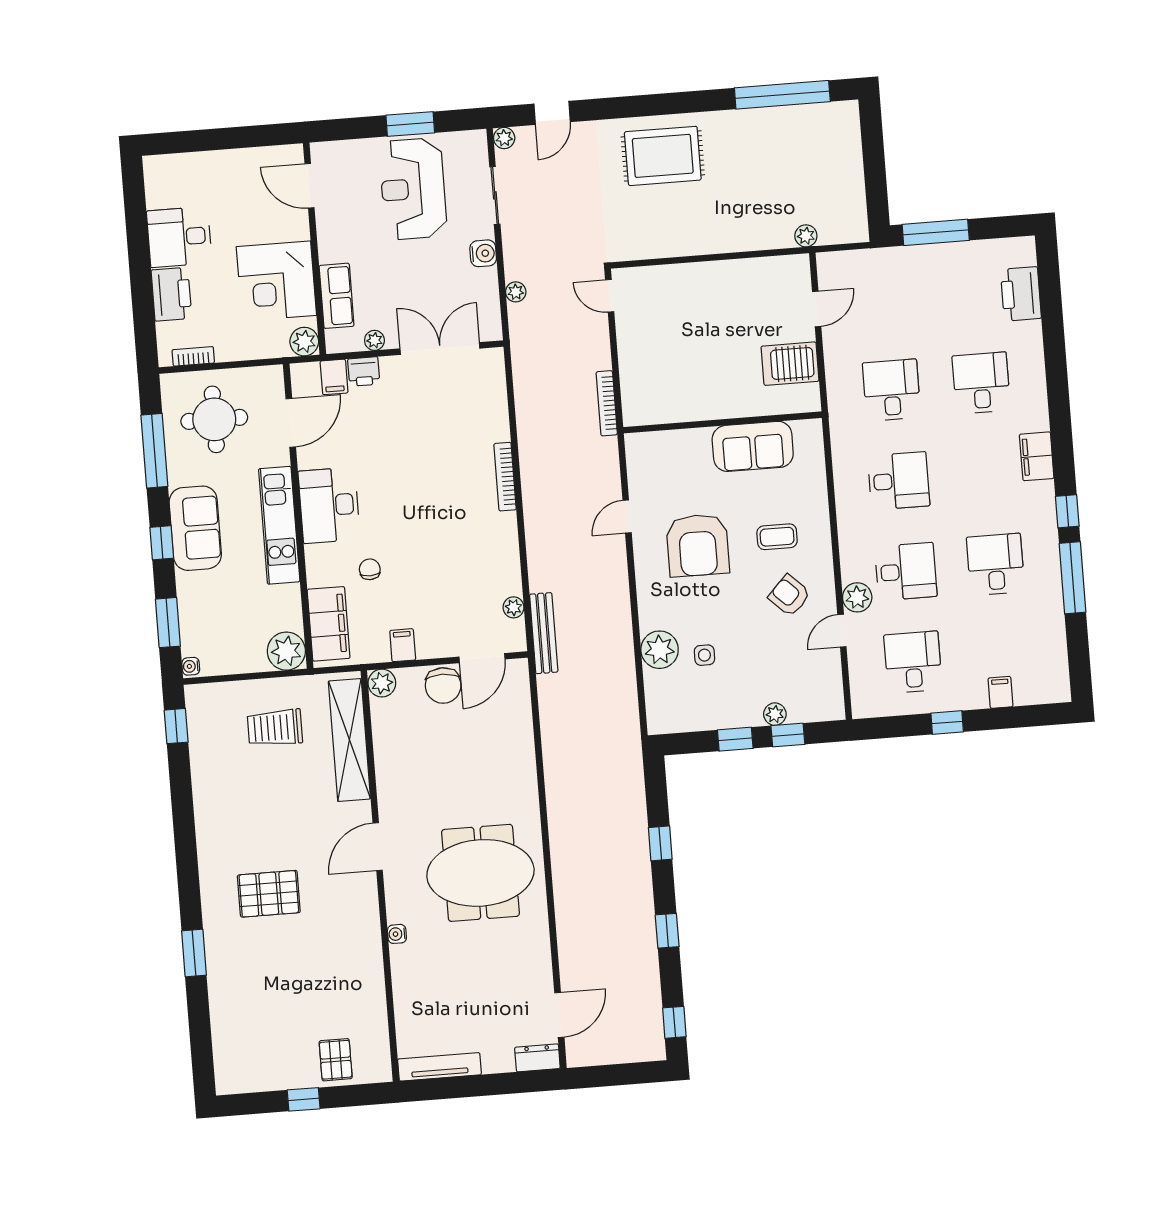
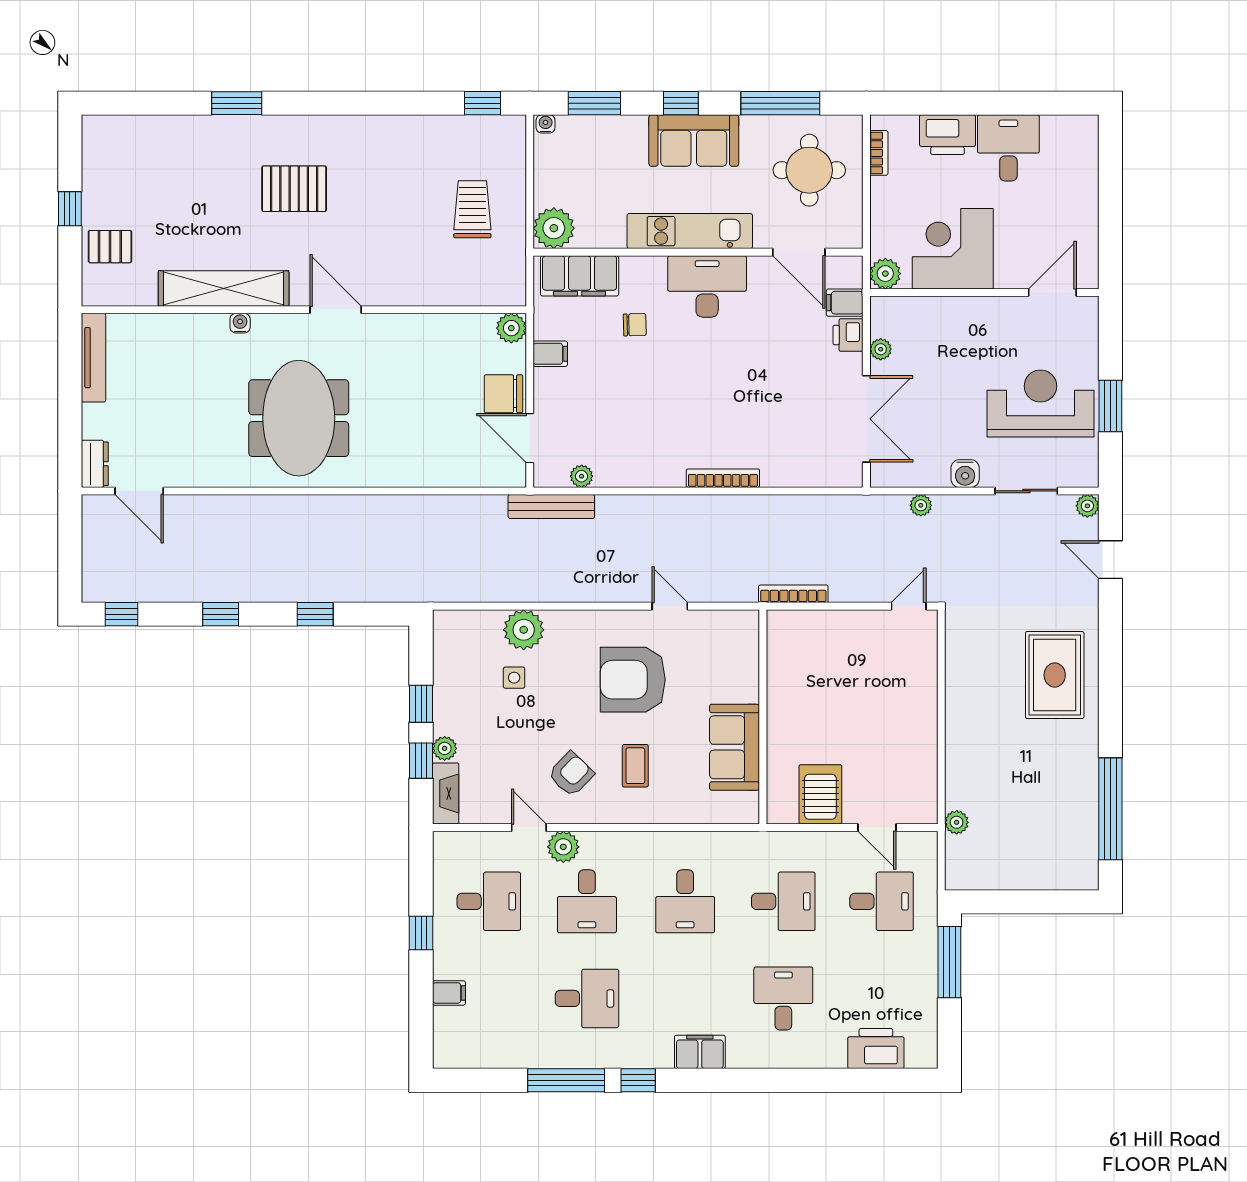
row of seats: (337, 296) -> (932, 312), removed
desk: (884, 299) -> (882, 901), added
desk: (981, 383) -> (783, 998), turned -90
fireplace: (816, 710) -> (446, 793), added
shelving: (349, 740) -> (224, 288), moved
pallet: (269, 894) -> (294, 189), turned 90

